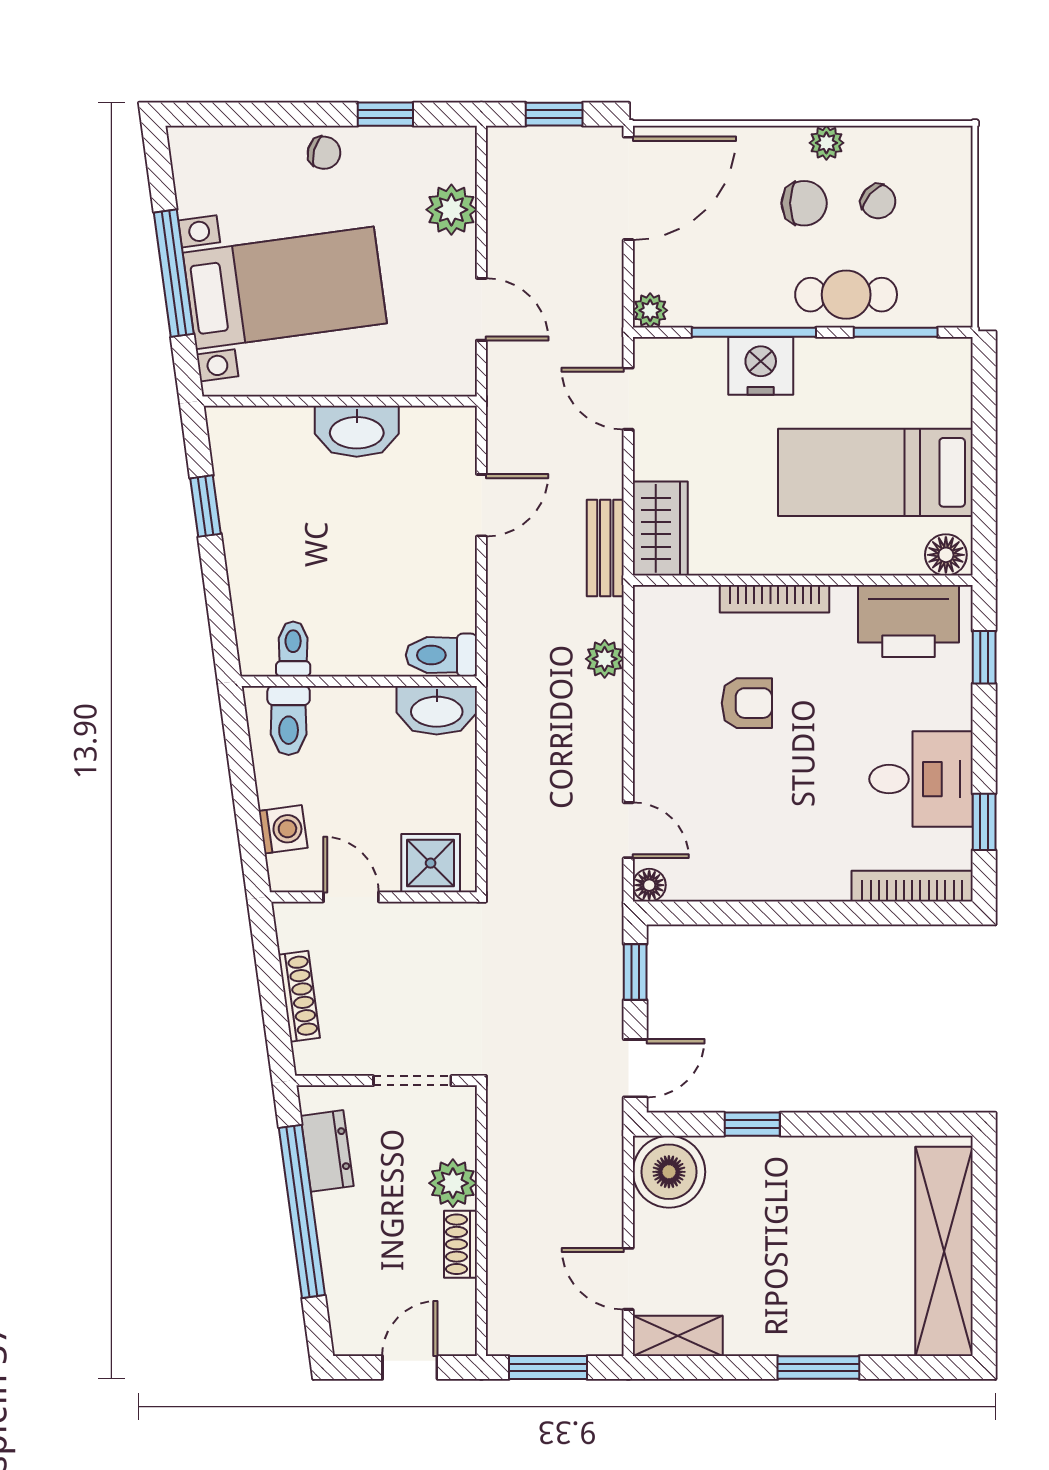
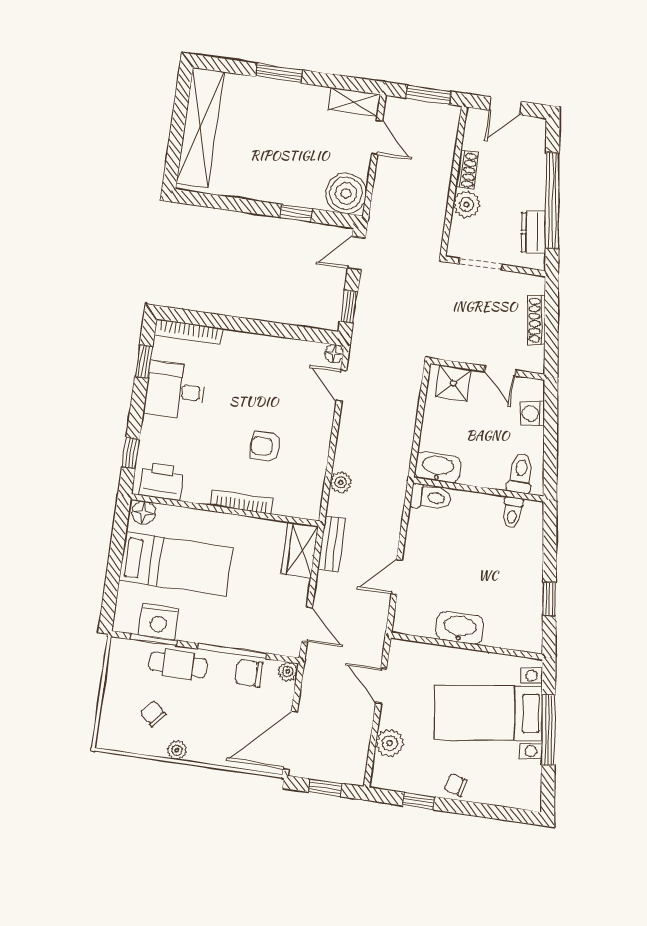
chair: (804, 203) -> (249, 673), moved
nightstand: (761, 366) -> (159, 621), moved
printer: (909, 621) -> (162, 481), width x0.73, depth x0.84

